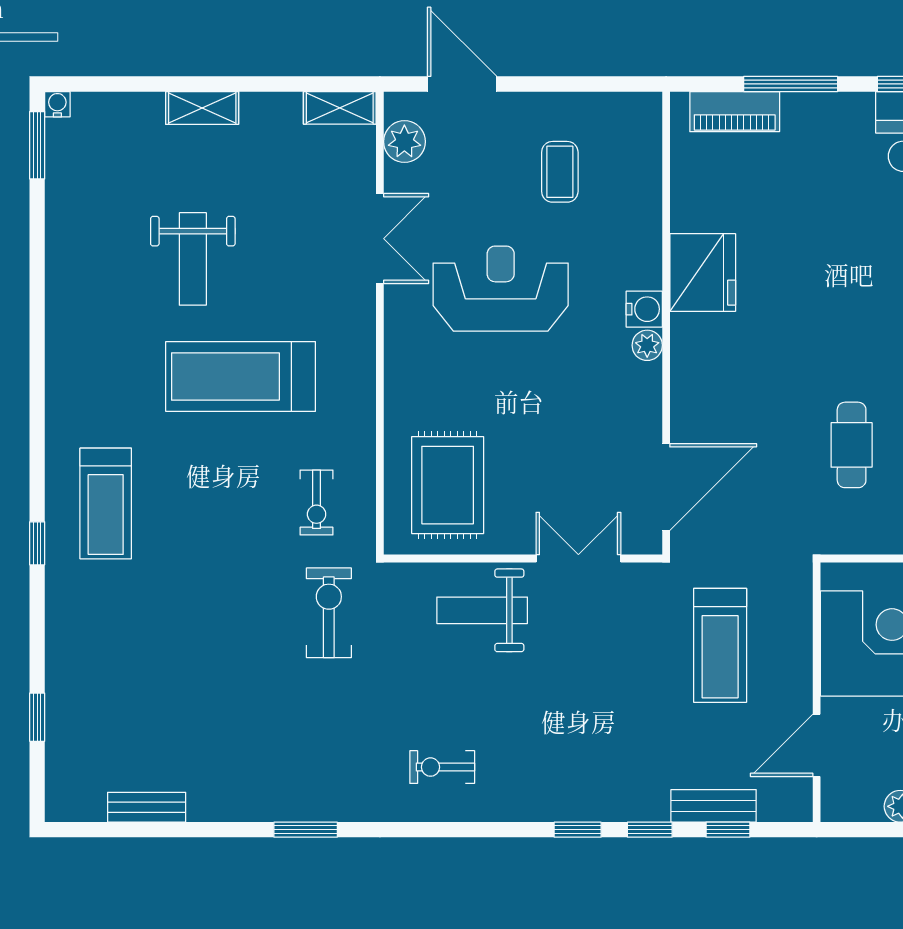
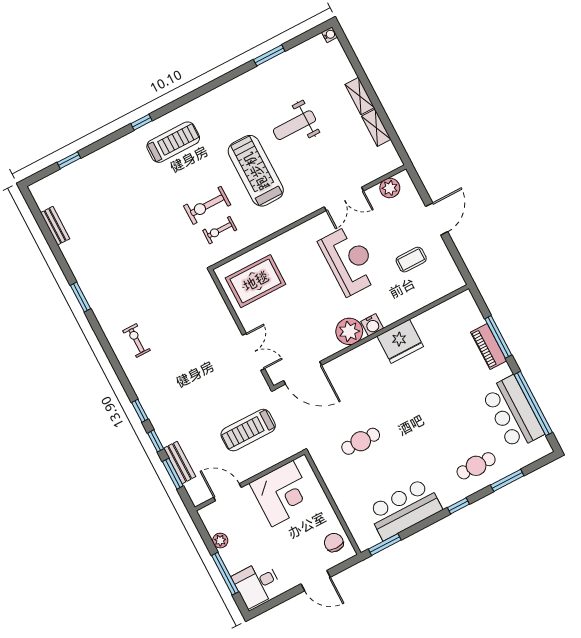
door: (462, 84) -> (437, 219), moved
shelving: (340, 108) -> (376, 128), moved
piano: (735, 112) -> (489, 346), moved
window: (37, 145) -> (269, 55), moved
plant: (647, 345) -> (349, 331), width x1.87, depth x1.87
treadmill: (106, 503) -> (173, 142), turned 180
weight bench: (482, 610) -> (211, 323), removed
exercise bike: (329, 613) -> (207, 205), moved, turned 180
window: (728, 830) -> (173, 474), width x1.50

